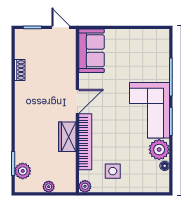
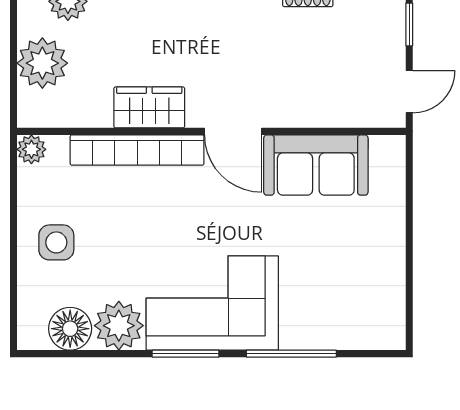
sofa: (92, 51) -> (316, 165), moved
floor lamp: (165, 166) -> (70, 329), width x1.89, depth x1.89
side table: (113, 171) -> (56, 242), moved
plant: (49, 187) -> (42, 63), width x1.87, depth x1.87

